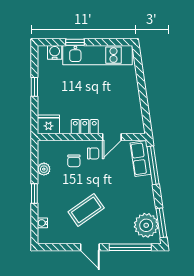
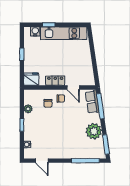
door: (112, 137) -> (73, 87), hinge flipped
coffee table: (86, 210) -> (56, 136), removed
plant: (146, 225) -> (94, 131), moved
door: (90, 247) -> (42, 161), moved

